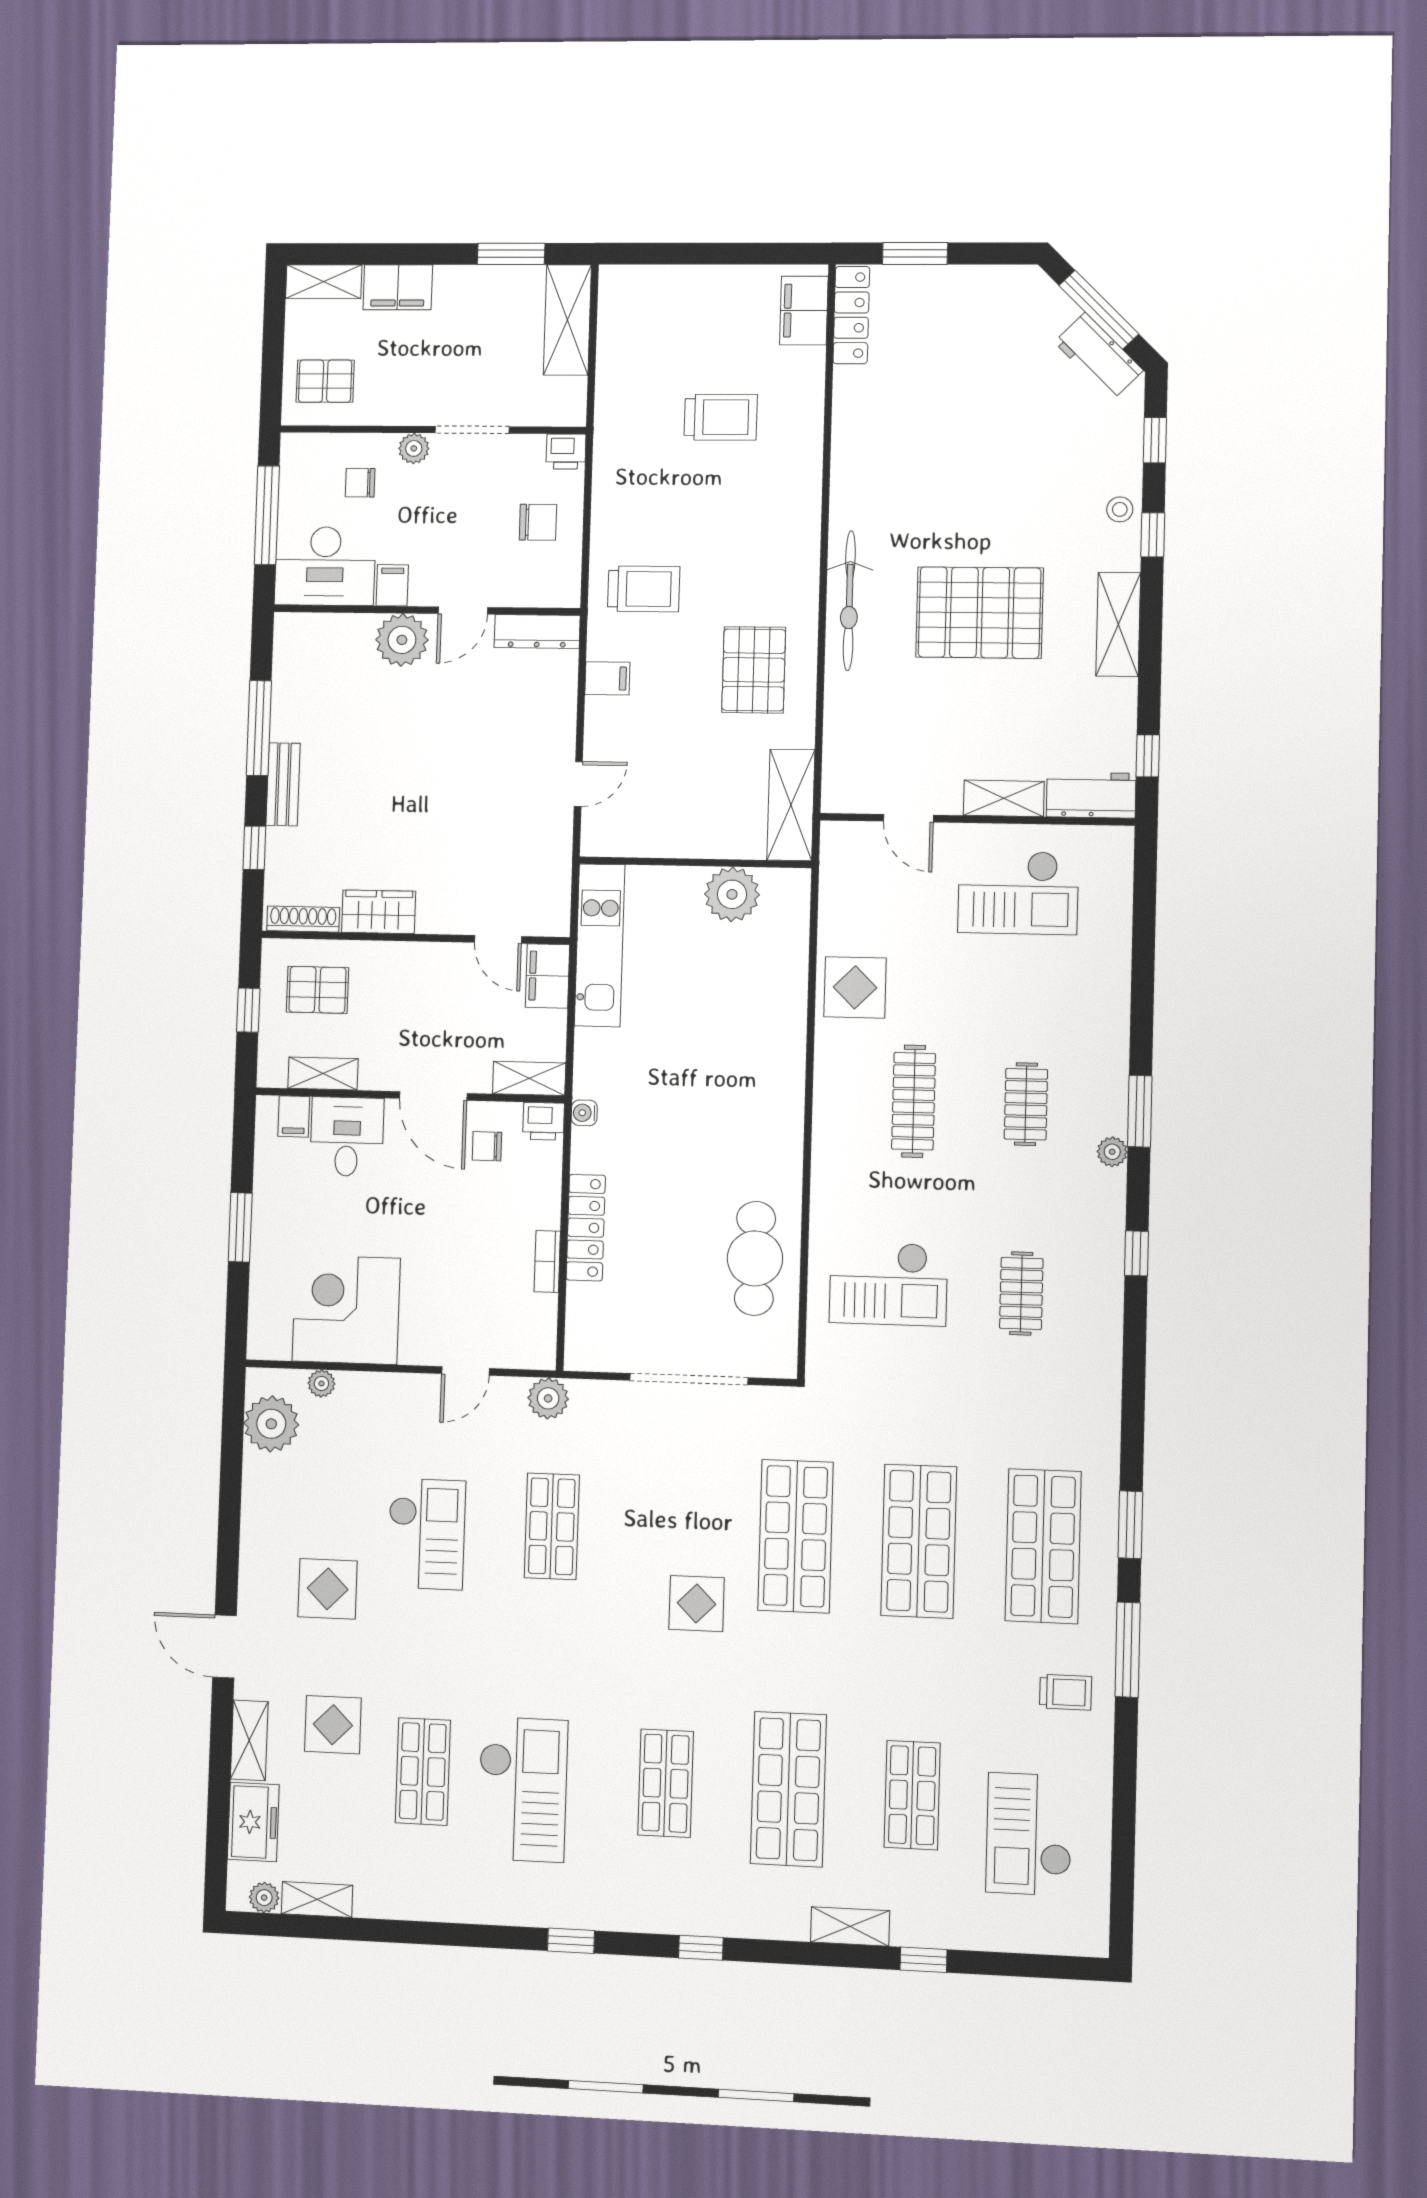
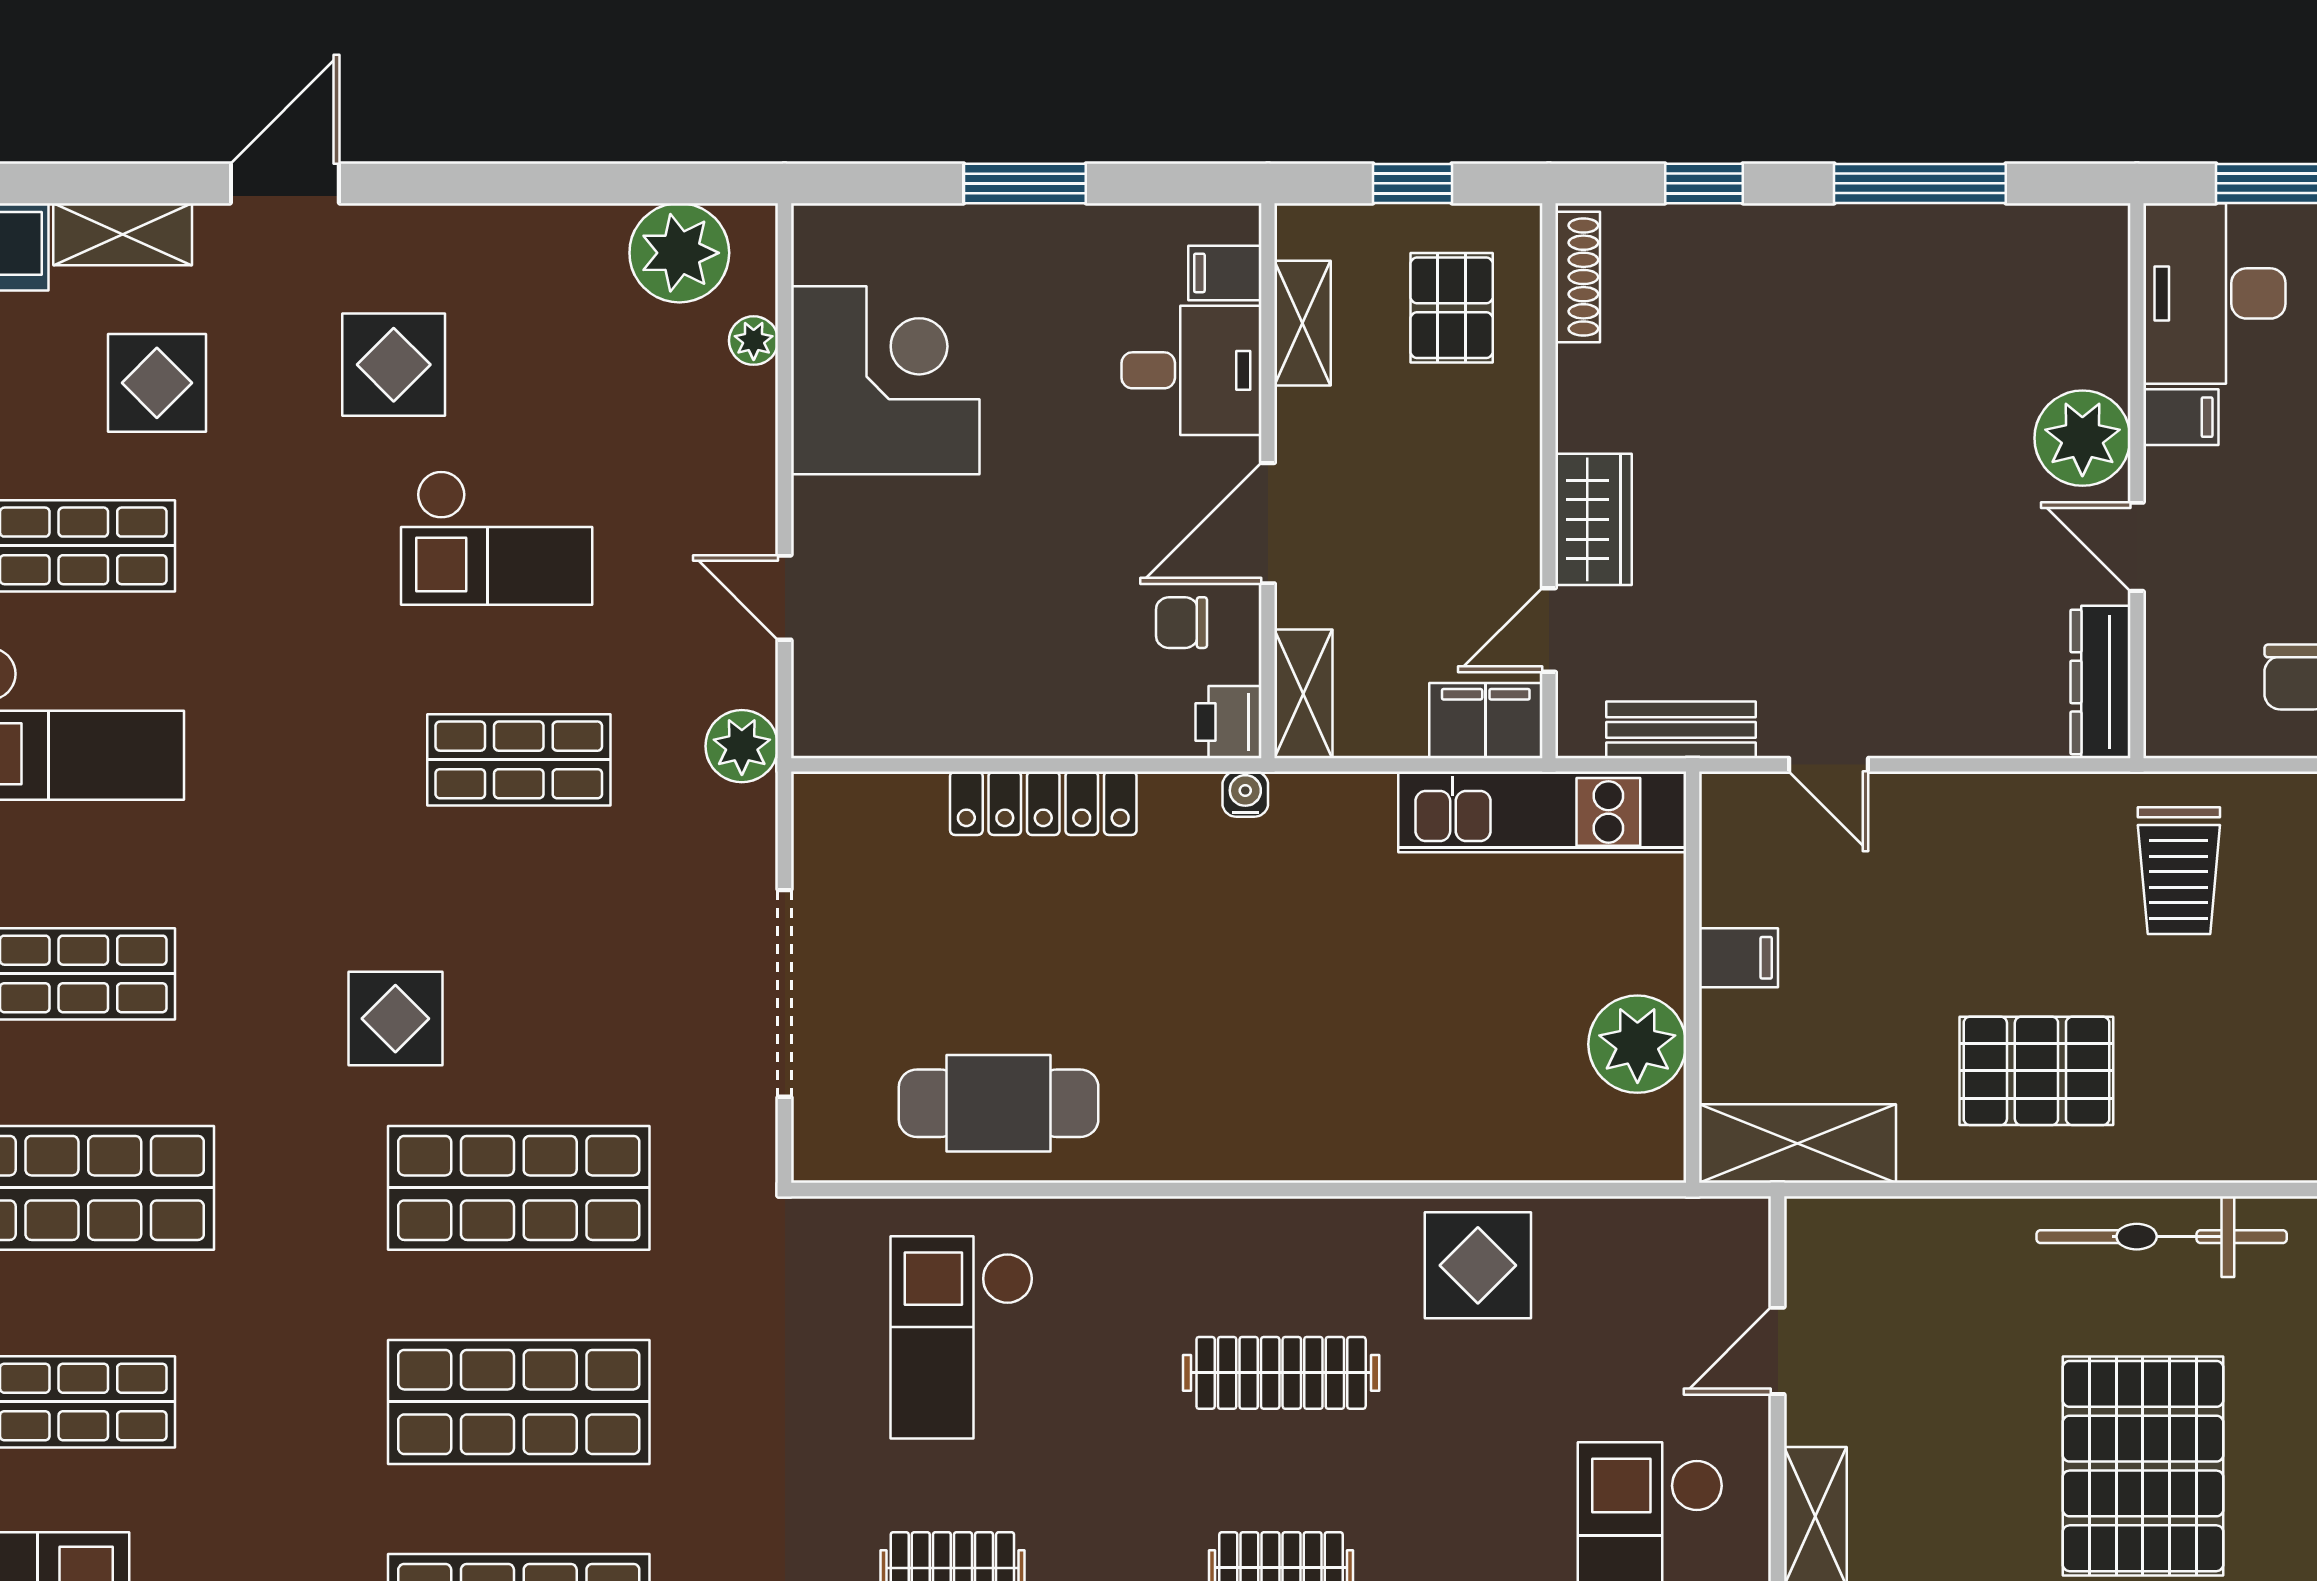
filing cabinet: (607, 678) -> (1739, 958), moved, turned -90
bench: (283, 784) -> (1681, 730), moved
wardrobe: (379, 912) -> (1594, 519), moved
chair: (487, 1146) -> (1182, 623), turned -90
bookcase: (547, 1262) -> (982, 737), removed

